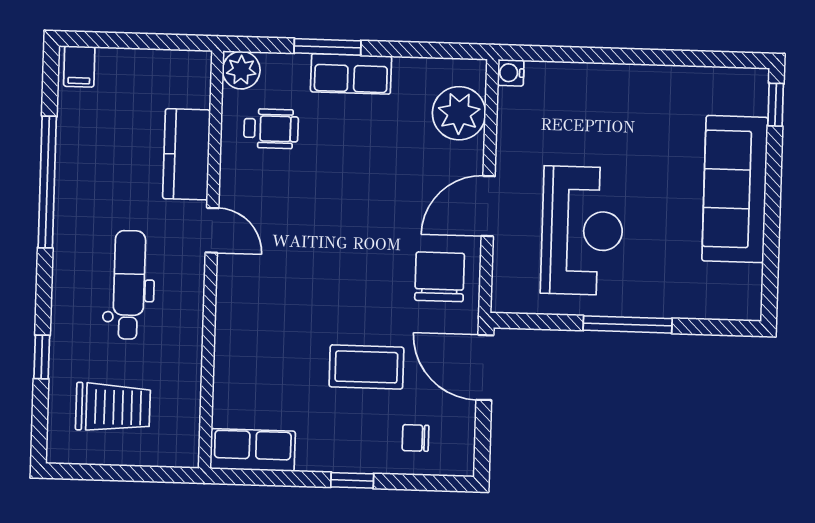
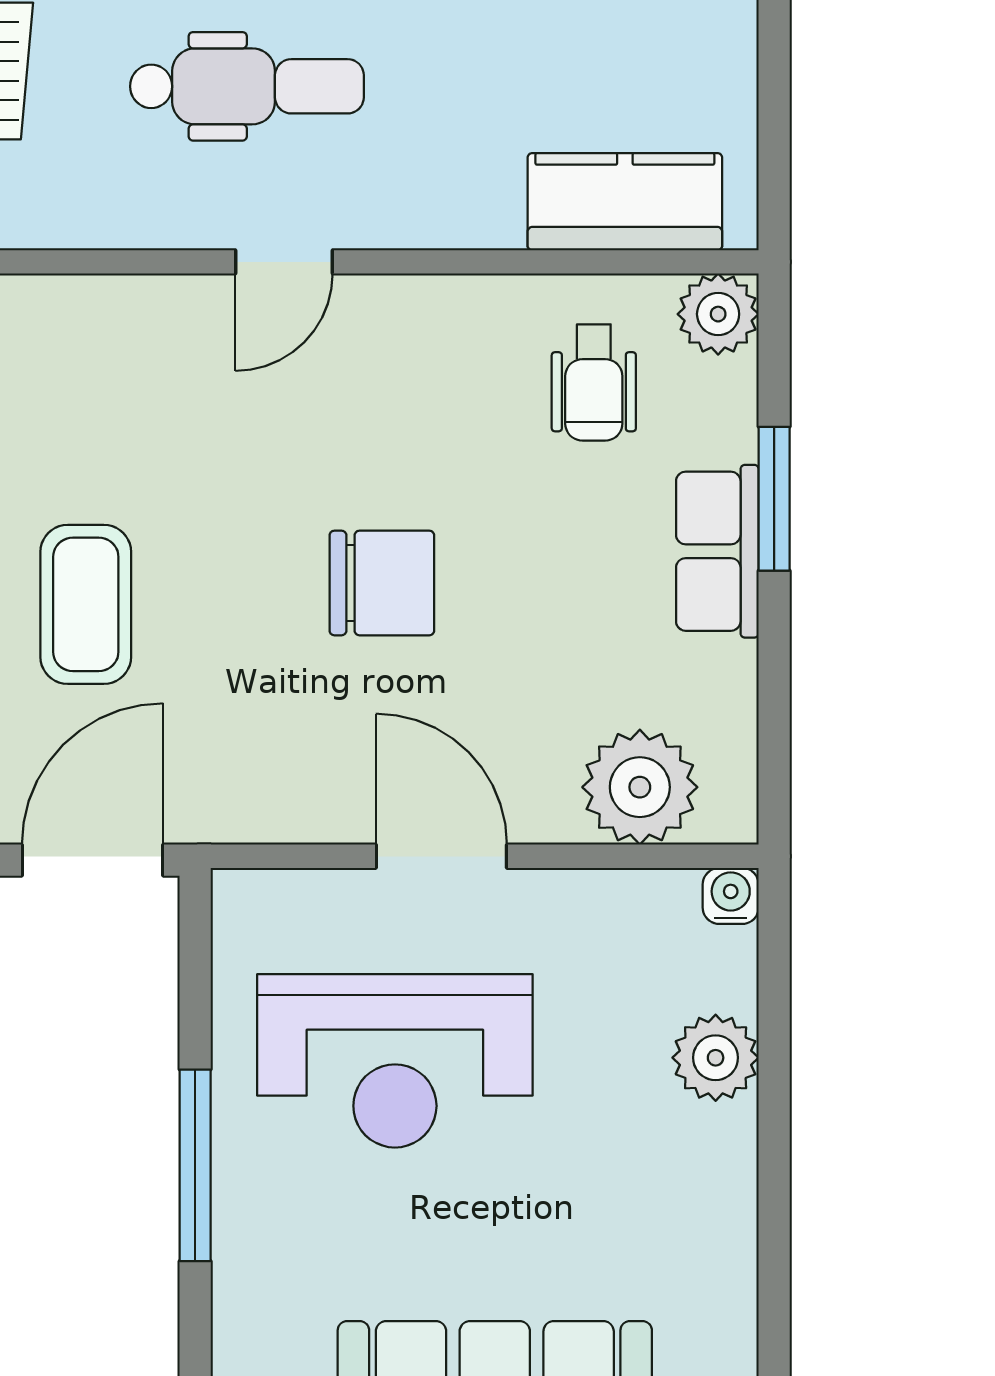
plant: (585, 82) -> (716, 1058), added
kitchen counter: (187, 154) -> (625, 202), moved
door: (212, 230) -> (284, 262), moved
chair: (440, 277) -> (382, 583), moved

